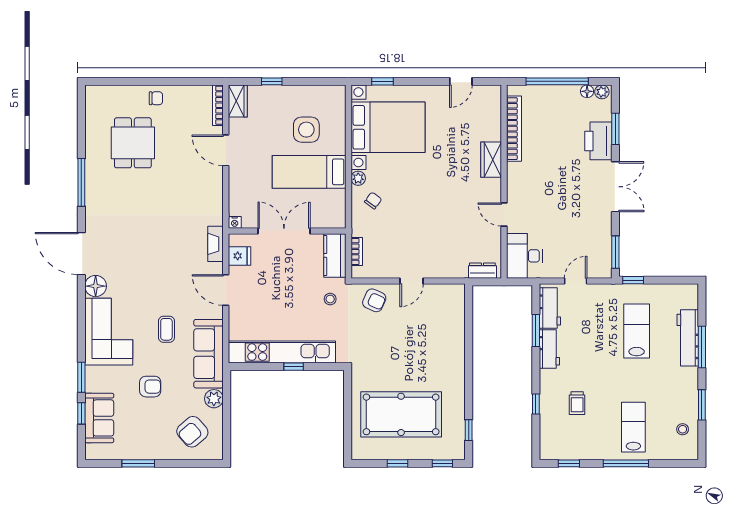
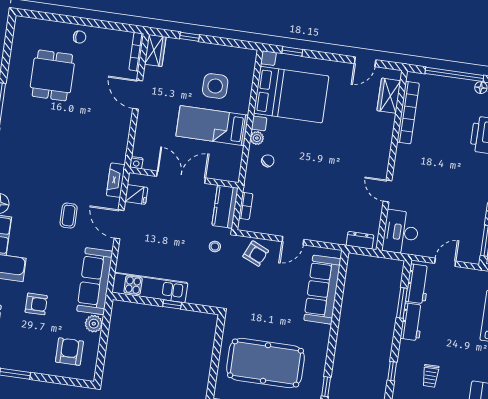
wardrobe: (491, 160) -> (389, 96), moved
sofa: (450, 328) -> (322, 290), added
coffee table: (166, 329) -> (69, 216), moved
kitchen unit: (282, 352) -> (150, 287), width x0.73
armchair: (192, 432) -> (69, 352), turned 131

